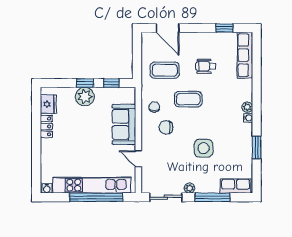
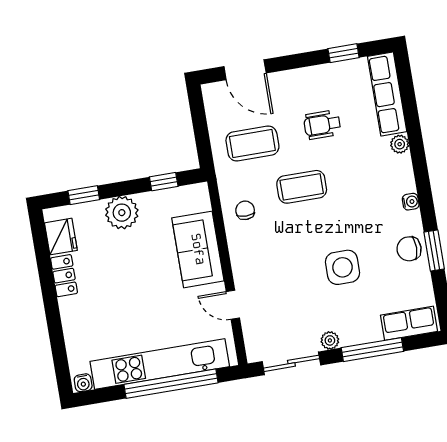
window: (85, 83) -> (84, 195), moved
plant: (247, 107) -> (400, 144), moved
chair: (166, 127) -> (409, 249), moved

